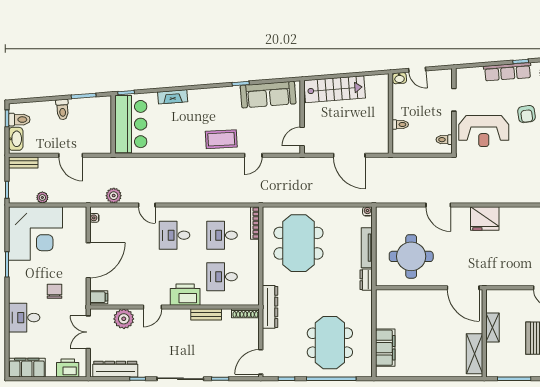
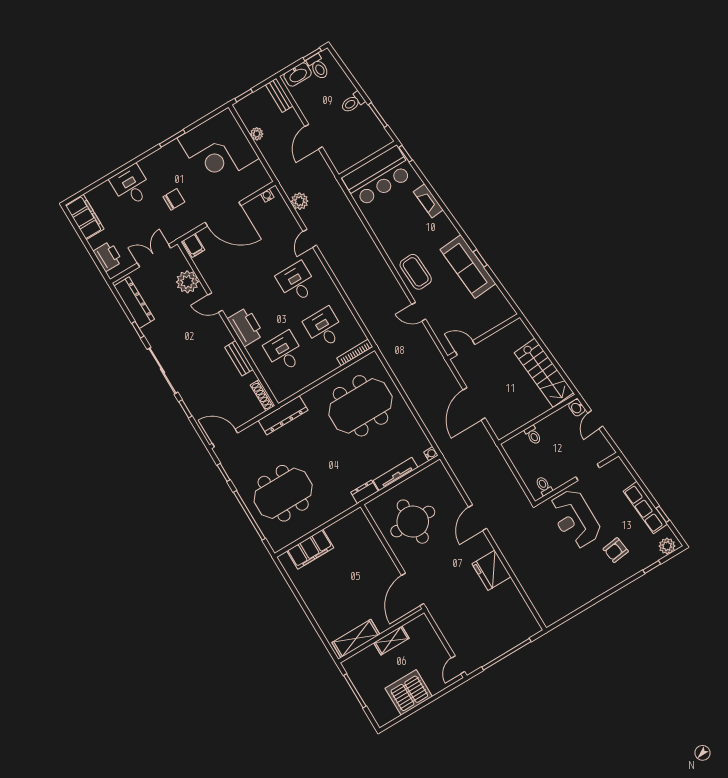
stairs: (335, 89) -> (544, 373), moved
sofa: (268, 95) -> (468, 267), moved

